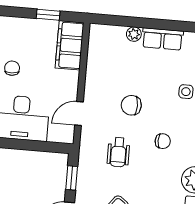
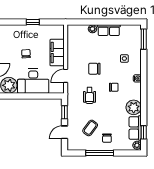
window: (48, 15) -> (33, 22), moved
filing cabinet: (70, 45) -> (57, 53), moved

